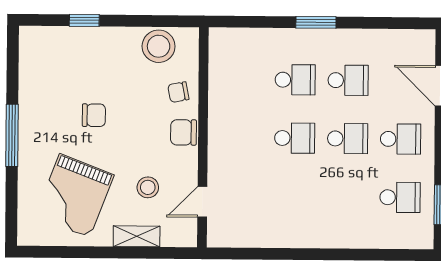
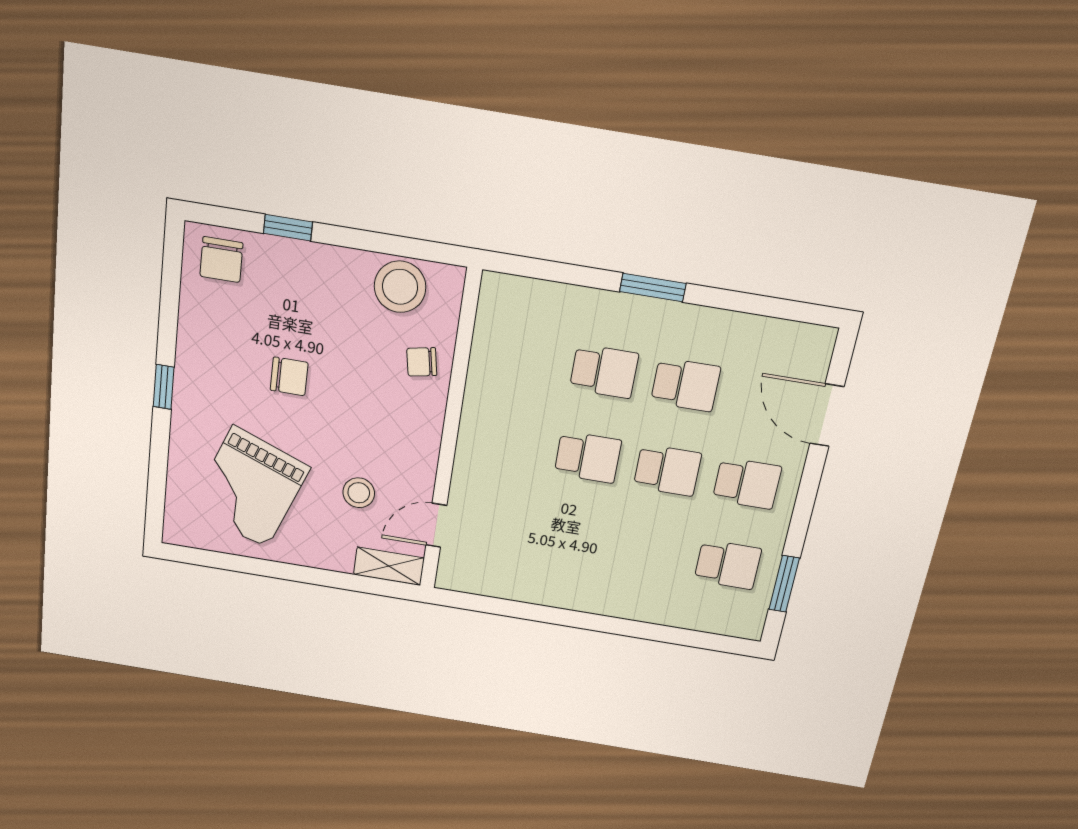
chair: (184, 132) -> (221, 260), moved, turned -90
window: (12, 135) -> (164, 387), width x0.46
shelving: (137, 236) -> (389, 566), moved

